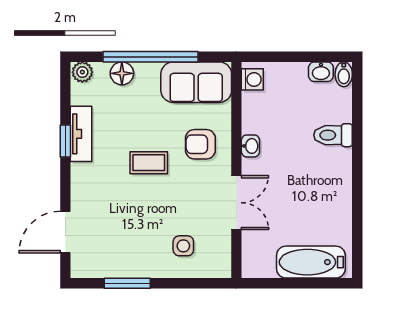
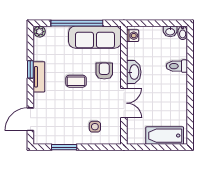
floor lamp: (122, 73) -> (61, 32), removed
sofa: (196, 82) -> (95, 37), width x1.36
tv unit: (81, 134) -> (39, 77), moved
armchair: (200, 144) -> (104, 71), turned 90
washbasin: (250, 146) -> (134, 72), width x1.91, depth x1.45

